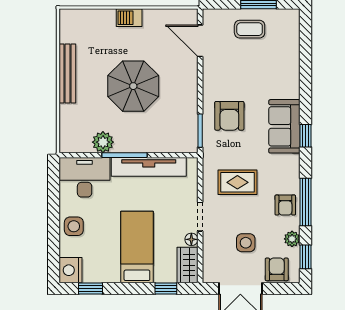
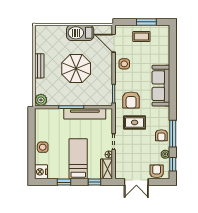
barbecue: (129, 18) -> (80, 33), width x1.88, depth x1.53
bench: (67, 73) -> (39, 66), width x0.73
armchair: (229, 116) -> (131, 100), moved
sofa: (284, 126) -> (161, 86), width x1.36
window: (306, 136) -> (173, 96), removed
plant: (103, 142) -> (41, 100), moved
desk: (85, 177) -> (49, 120), removed
side table: (246, 243) -> (124, 64), moved
window: (90, 288) -> (64, 182), moved

